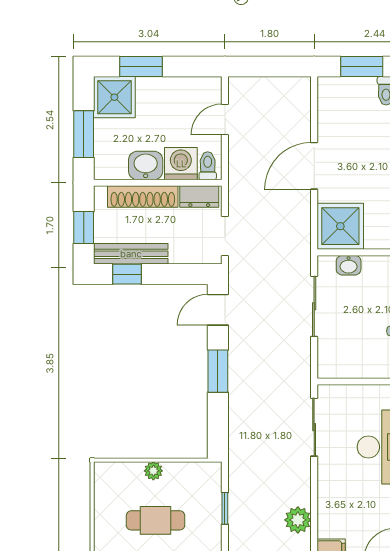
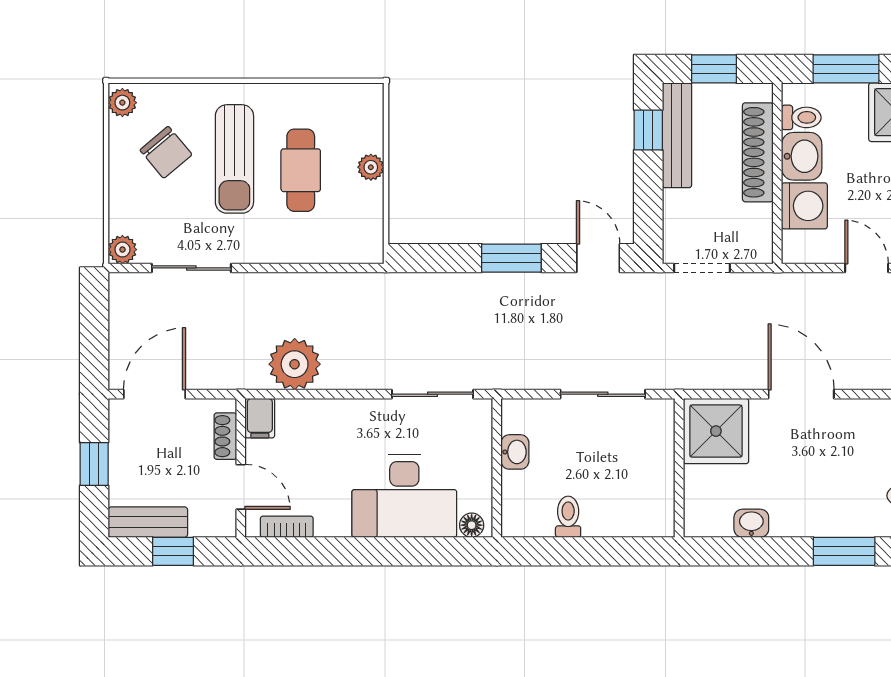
toilet: (208, 166) -> (801, 117), moved
dresser: (199, 197) -> (758, 232), removed
washbasin: (349, 265) -> (515, 452), moved, turned 180
window: (225, 508) -> (318, 268), removed
plant: (298, 520) -> (295, 364), width x1.36, depth x1.36

